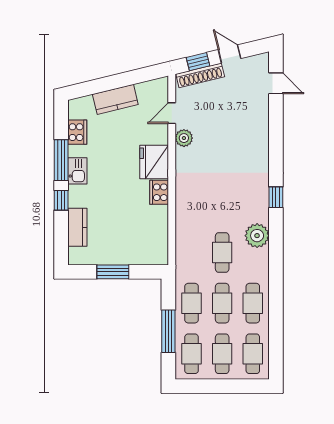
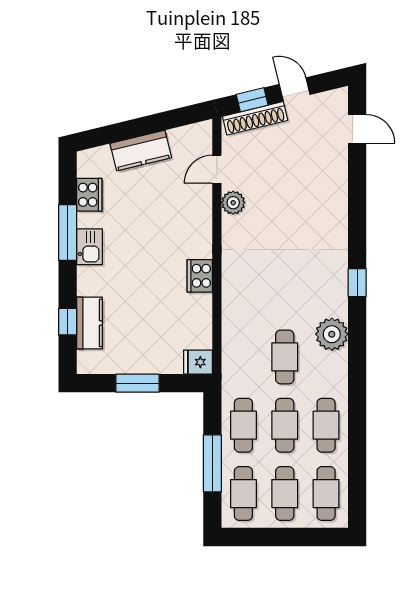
fridge: (154, 162) -> (198, 362), moved, width x0.53, depth x0.75
window: (61, 200) -> (68, 322), moved

